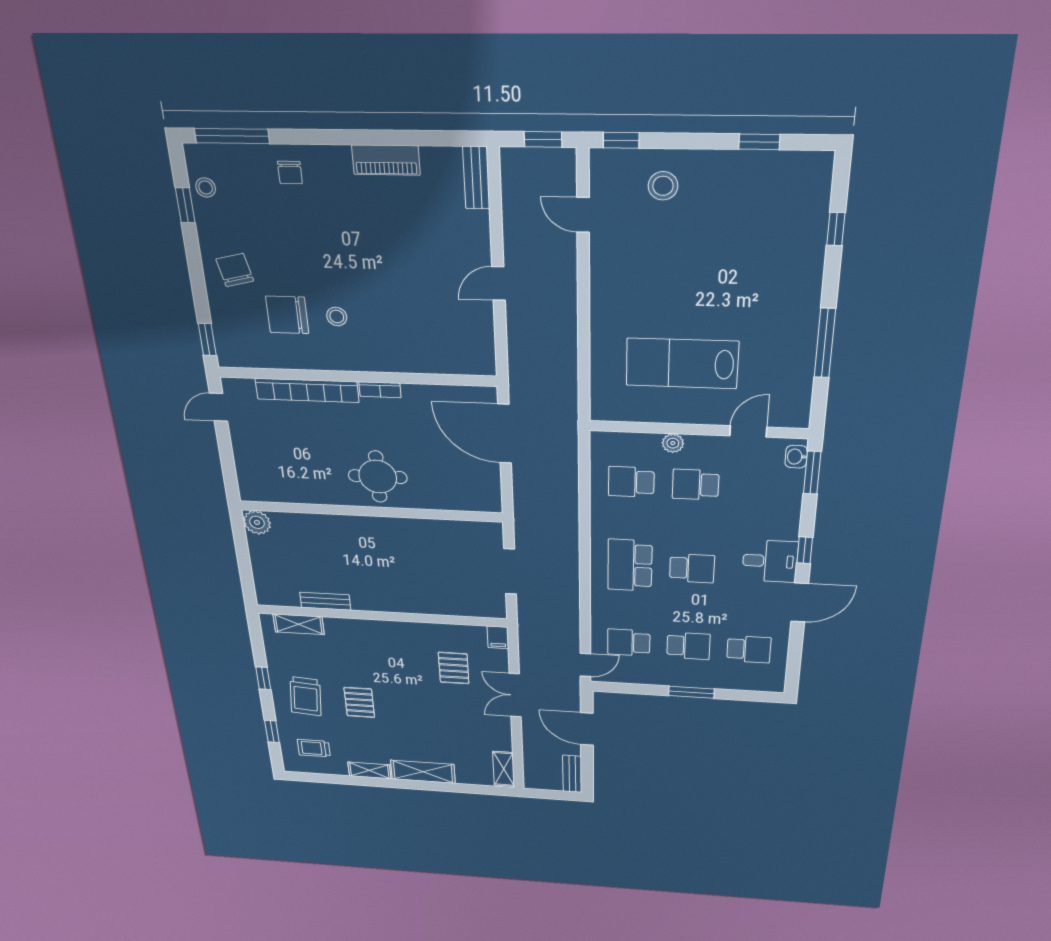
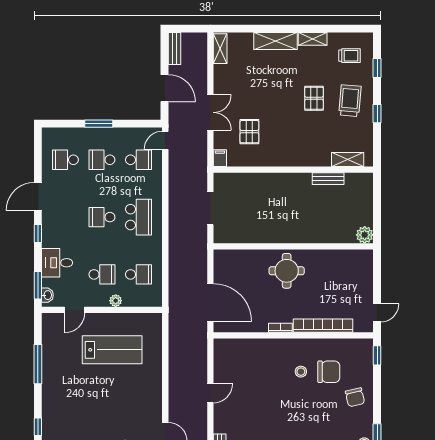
desk: (770, 561) -> (57, 263), moved

